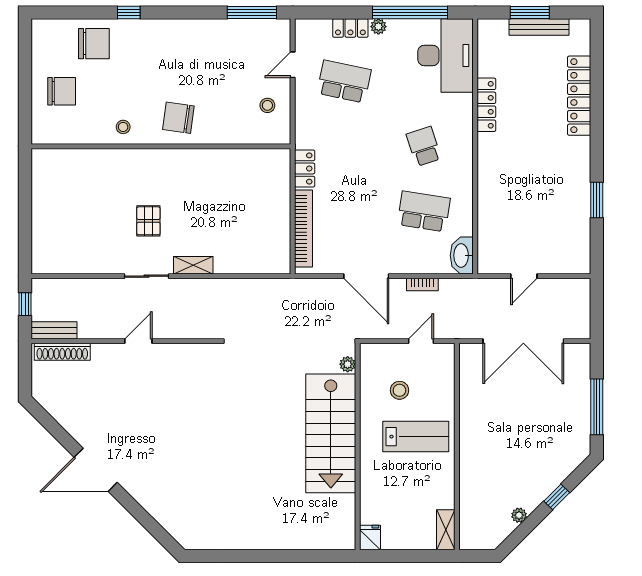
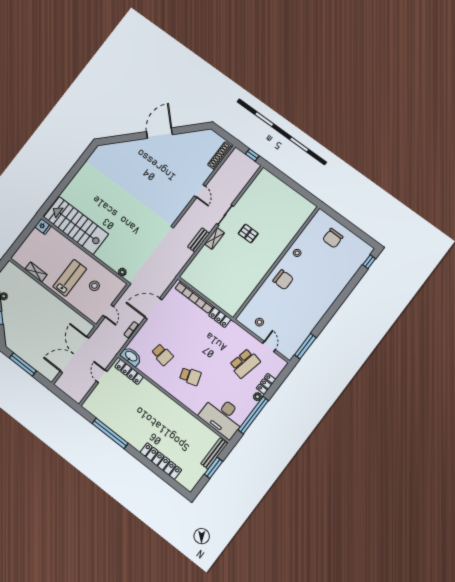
window: (129, 13) -> (369, 262), moved
bench: (539, 27) -> (214, 453), moved
chair: (94, 44) -> (343, 267), removed
locker: (486, 105) -> (129, 372), moved
chair: (178, 118) -> (283, 280), turned 82
window: (597, 200) -> (110, 433), width x2.11
school desk: (424, 211) -> (162, 355), width x0.54
bench: (54, 330) -> (199, 240), moved
stairs: (331, 433) -> (76, 226), moved
lab bench: (416, 437) -> (70, 278), turned 180
shelving: (446, 530) -> (36, 272), moved

